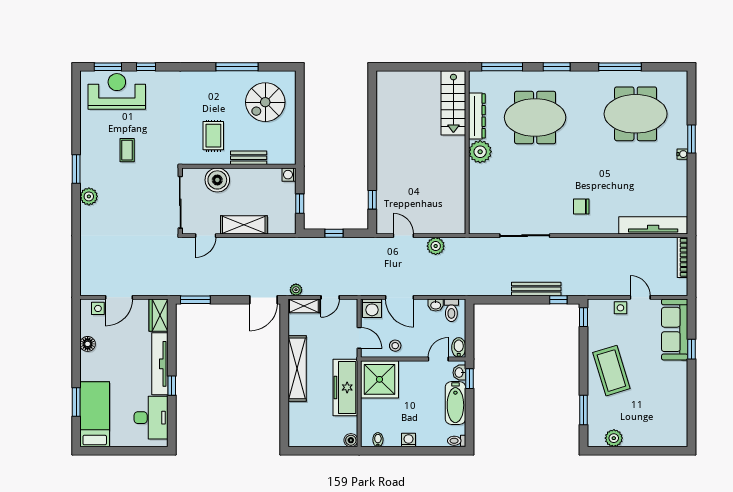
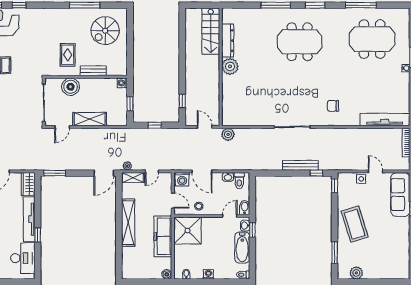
stairs: (453, 103) -> (211, 31), moved
dresser: (477, 116) -> (228, 41), moved
wall: (467, 152) -> (221, 67), moved
plant: (480, 152) -> (230, 66), moved

